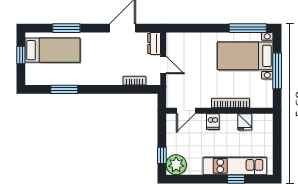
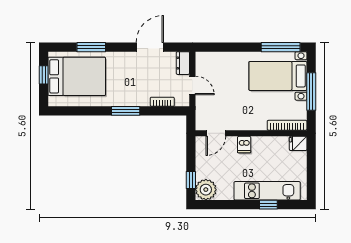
bed: (53, 50) -> (77, 76), width x1.50
window: (64, 89) -> (126, 111), moved
bookcase: (231, 103) -> (287, 125), moved
fridge: (245, 122) -> (298, 143), moved, turned 90

